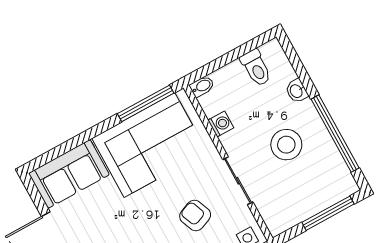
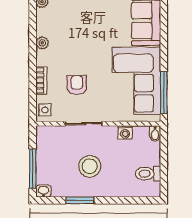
washbasin: (297, 91) -> (43, 191), moved
window: (335, 134) -> (80, 200), width x0.47
armchair: (195, 216) -> (77, 85), turned -68

